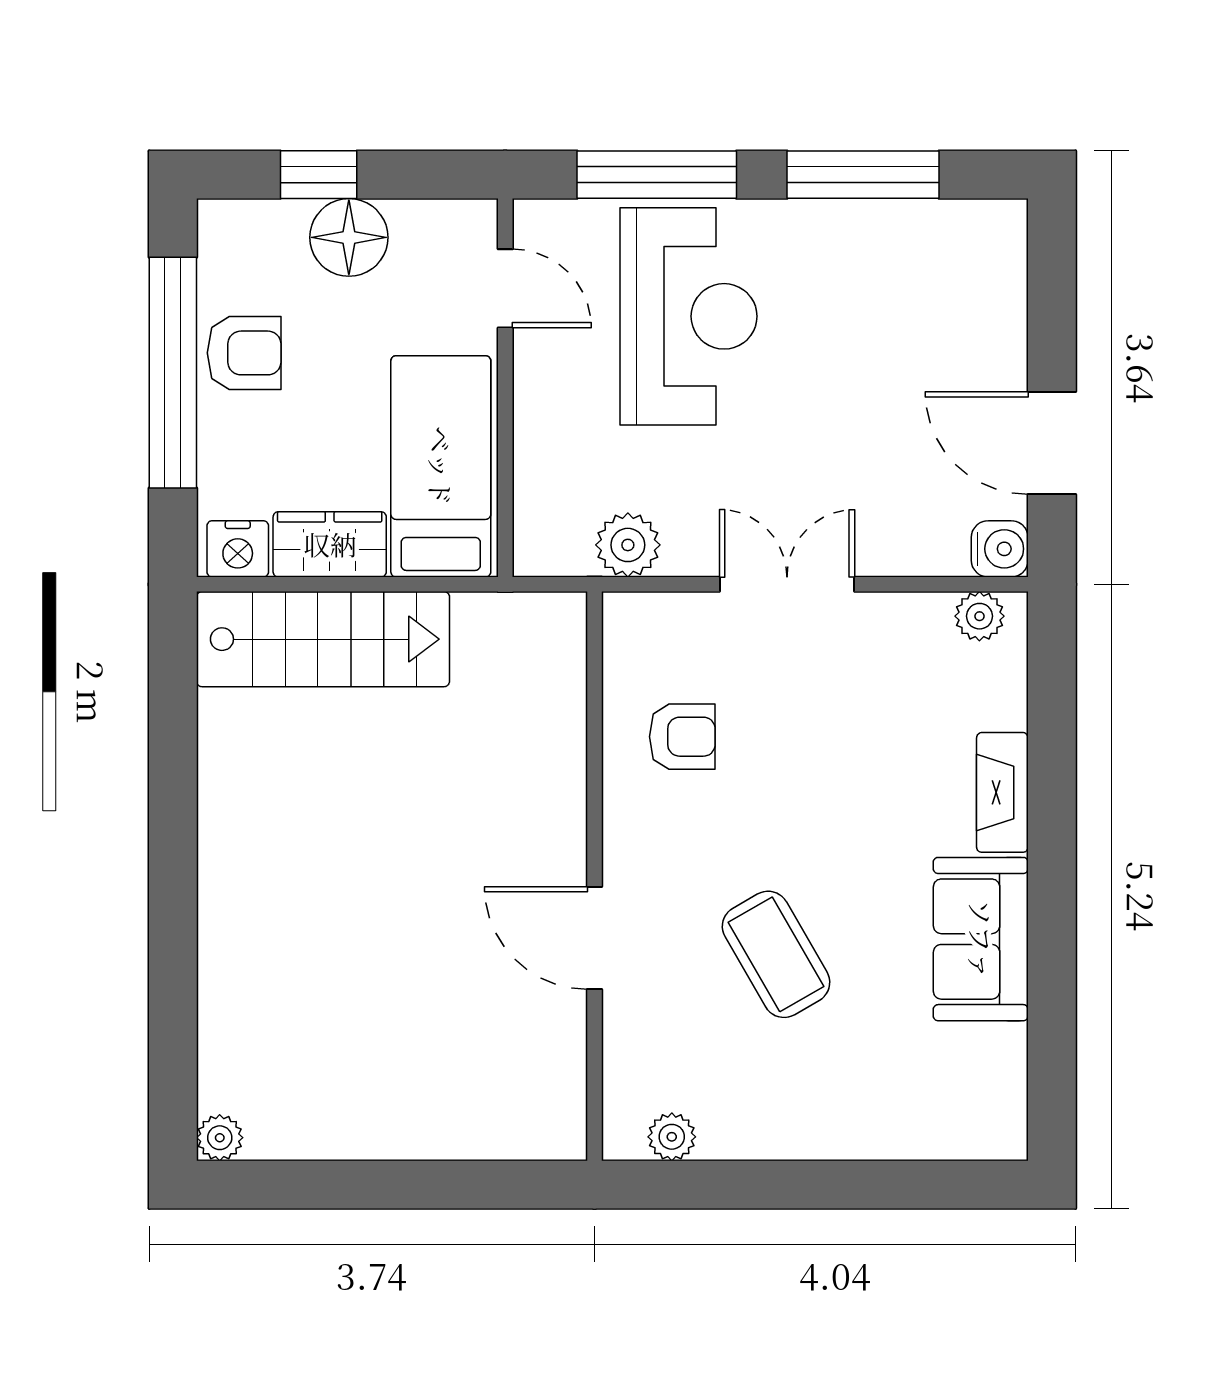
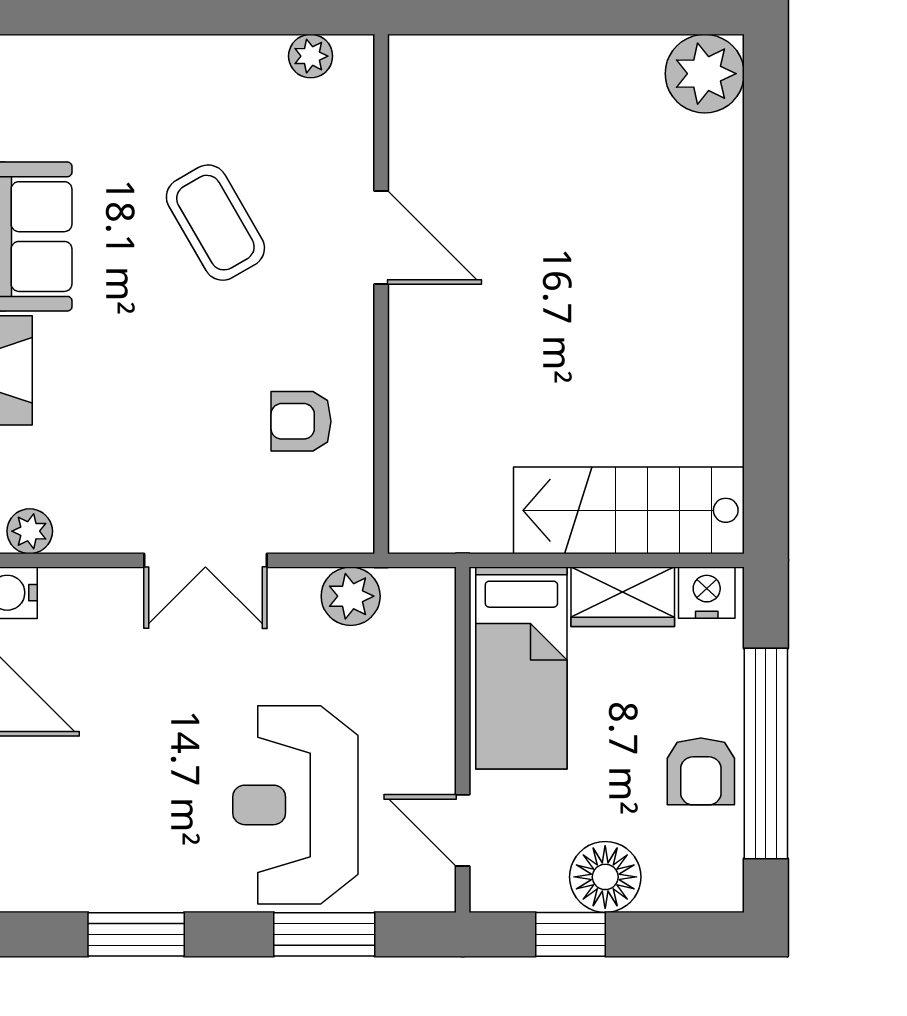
window: (319, 175) -> (571, 934), moved
window: (657, 175) -> (324, 934), width x0.69
window: (863, 175) -> (136, 934), width x0.69
armchair: (244, 353) -> (701, 771), turned -90
plant: (220, 1138) -> (705, 74), width x1.87, depth x1.87

